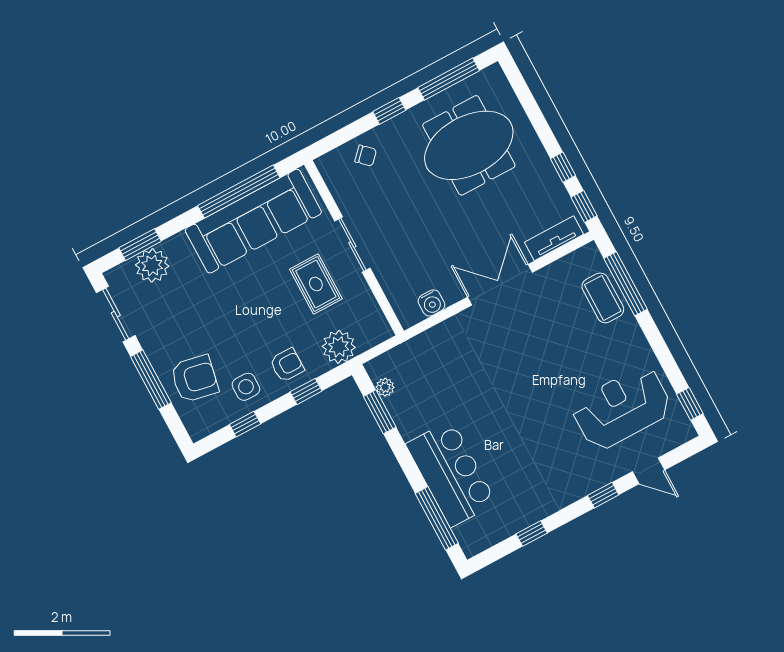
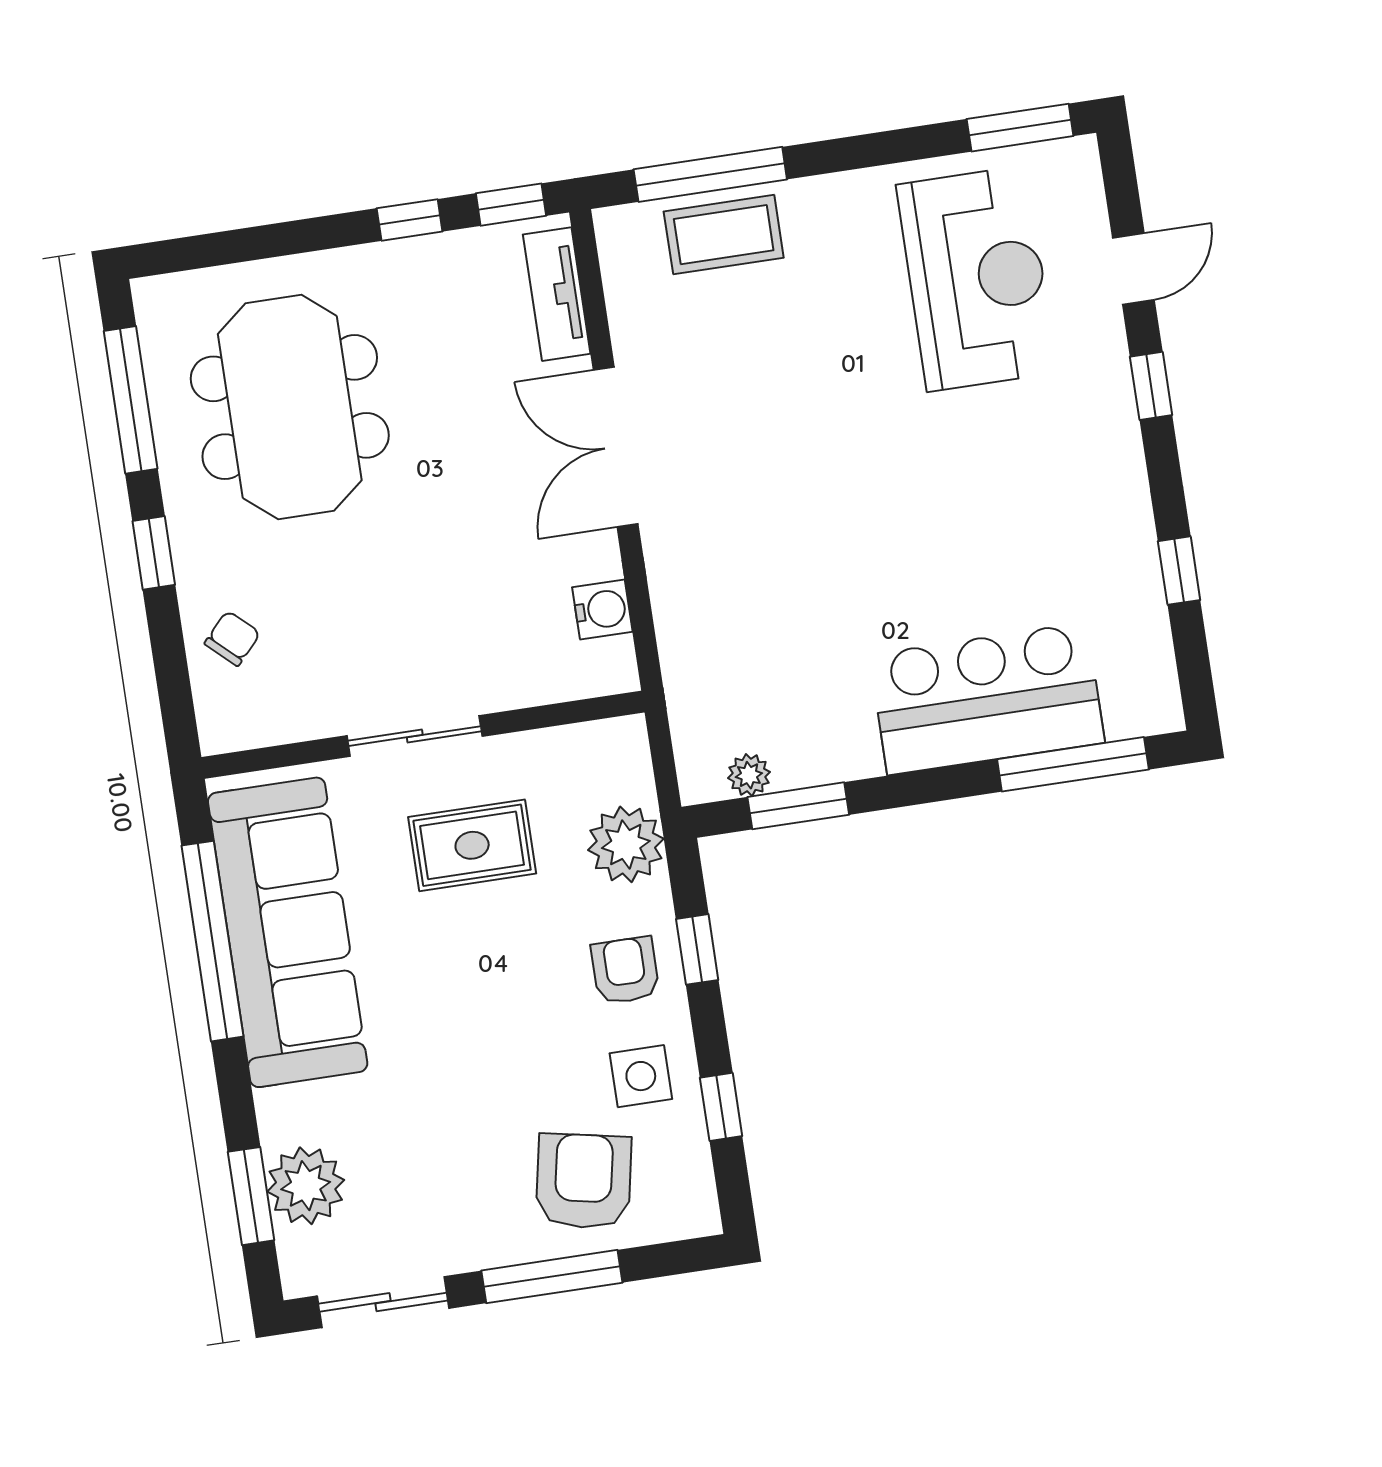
window: (690, 404) -> (1020, 128), width x1.50
reception desk: (622, 408) -> (977, 279), turned 180

